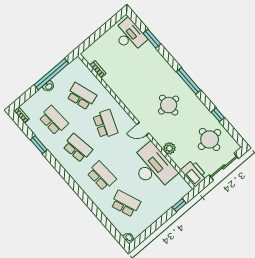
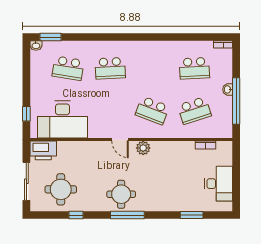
desk: (129, 36) -> (219, 184), moved, turned -90
round table: (169, 105) -> (121, 194), moved
door: (143, 129) -> (120, 139), swing flipped
window: (39, 145) -> (51, 37), moved
school desk: (78, 148) -> (152, 68), removed
plant: (169, 148) -> (143, 148), moved
desk: (153, 167) -> (62, 119), moved
school desk: (125, 204) -> (68, 68), turned 30

